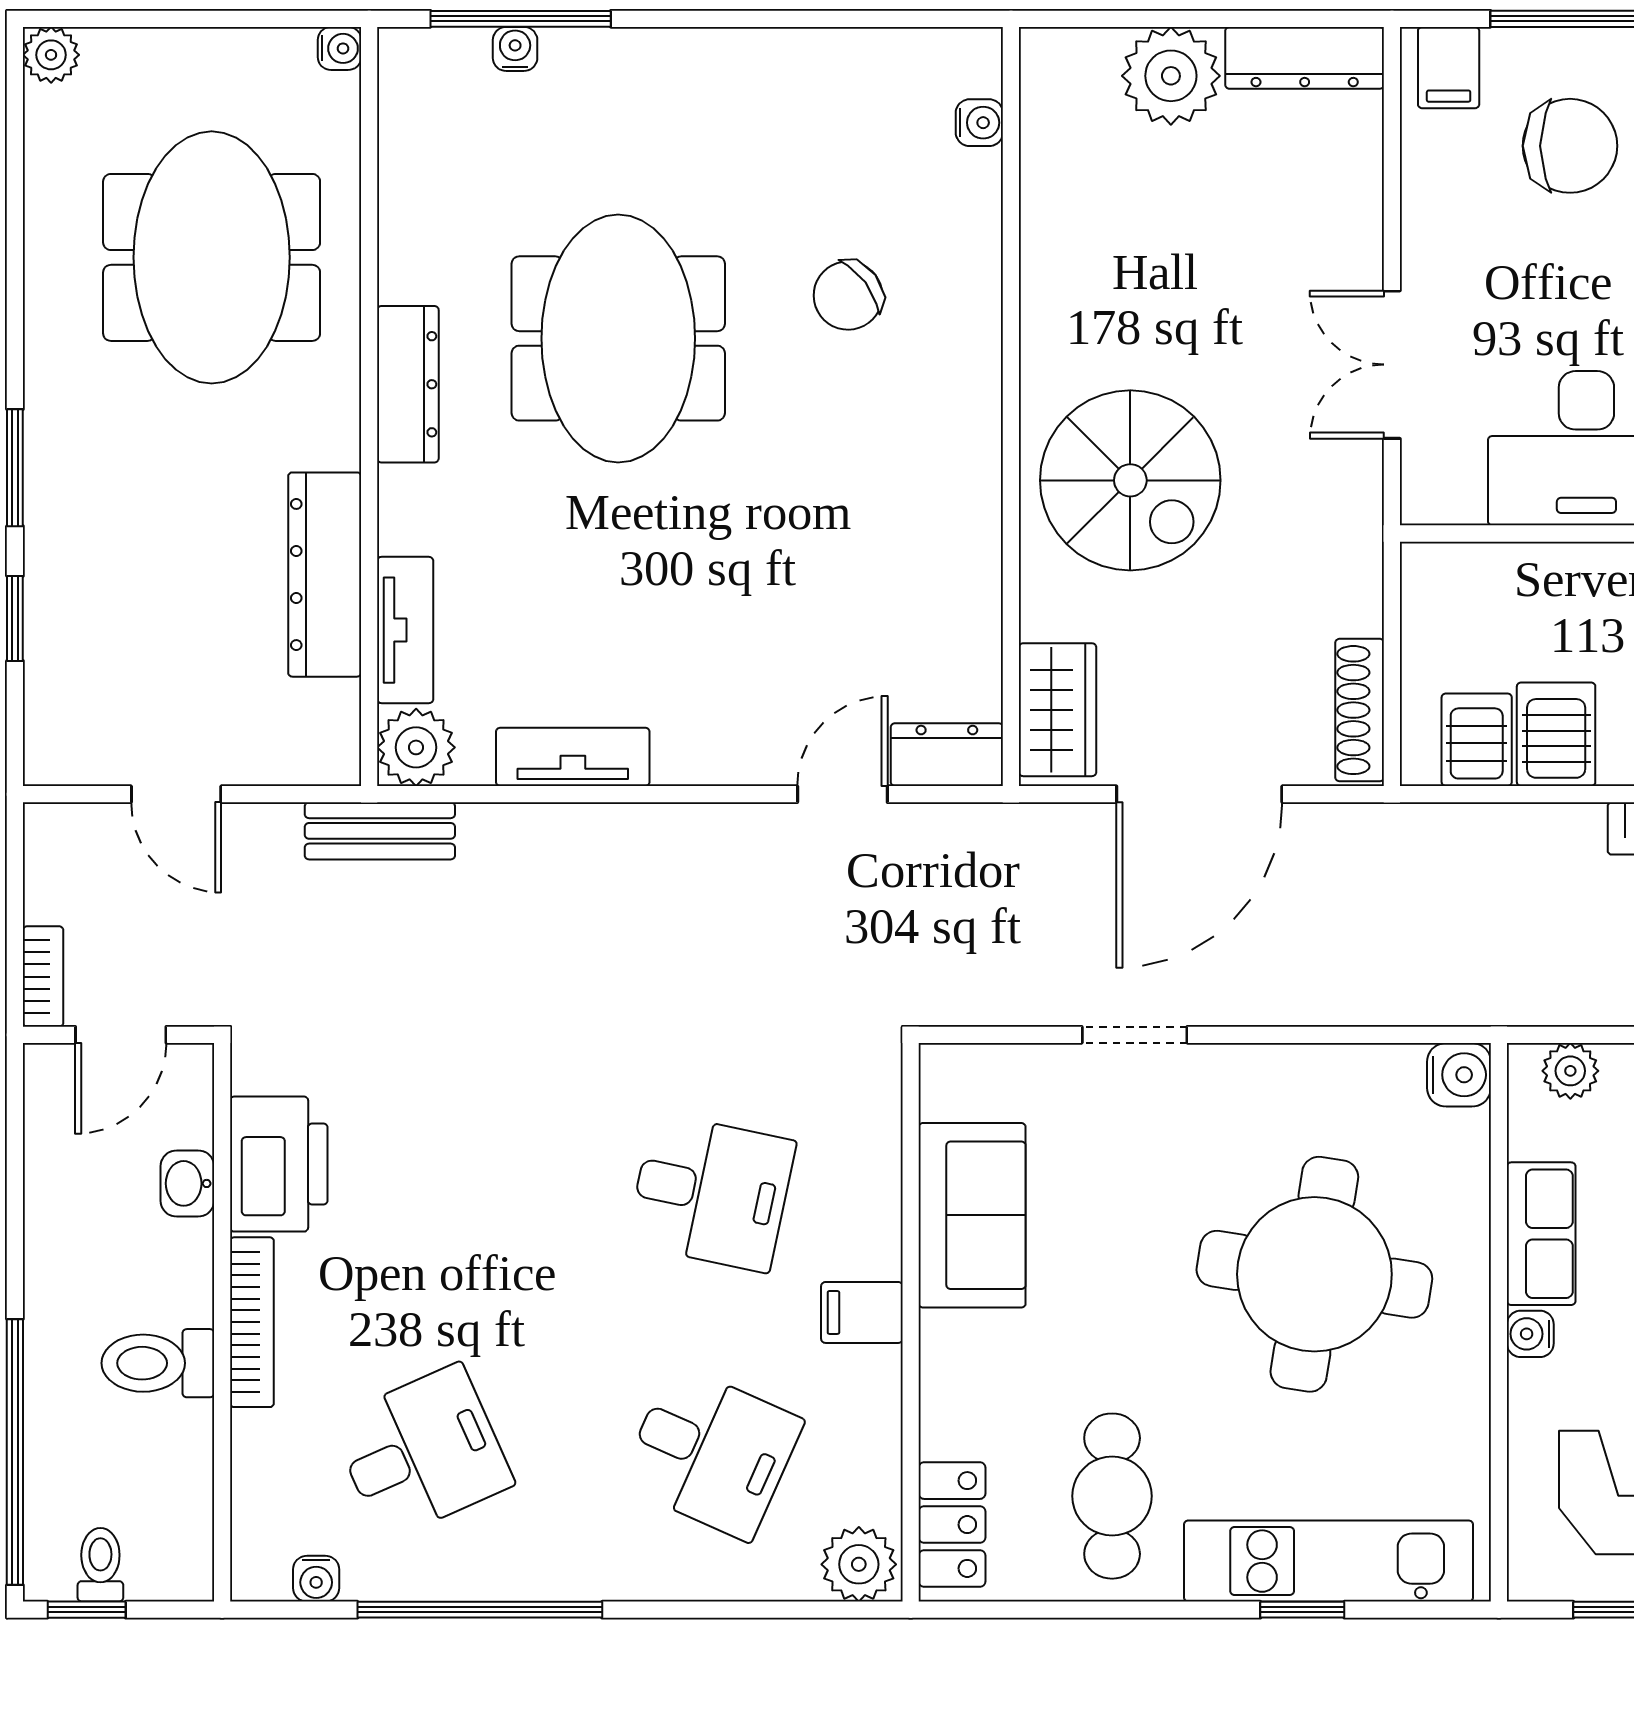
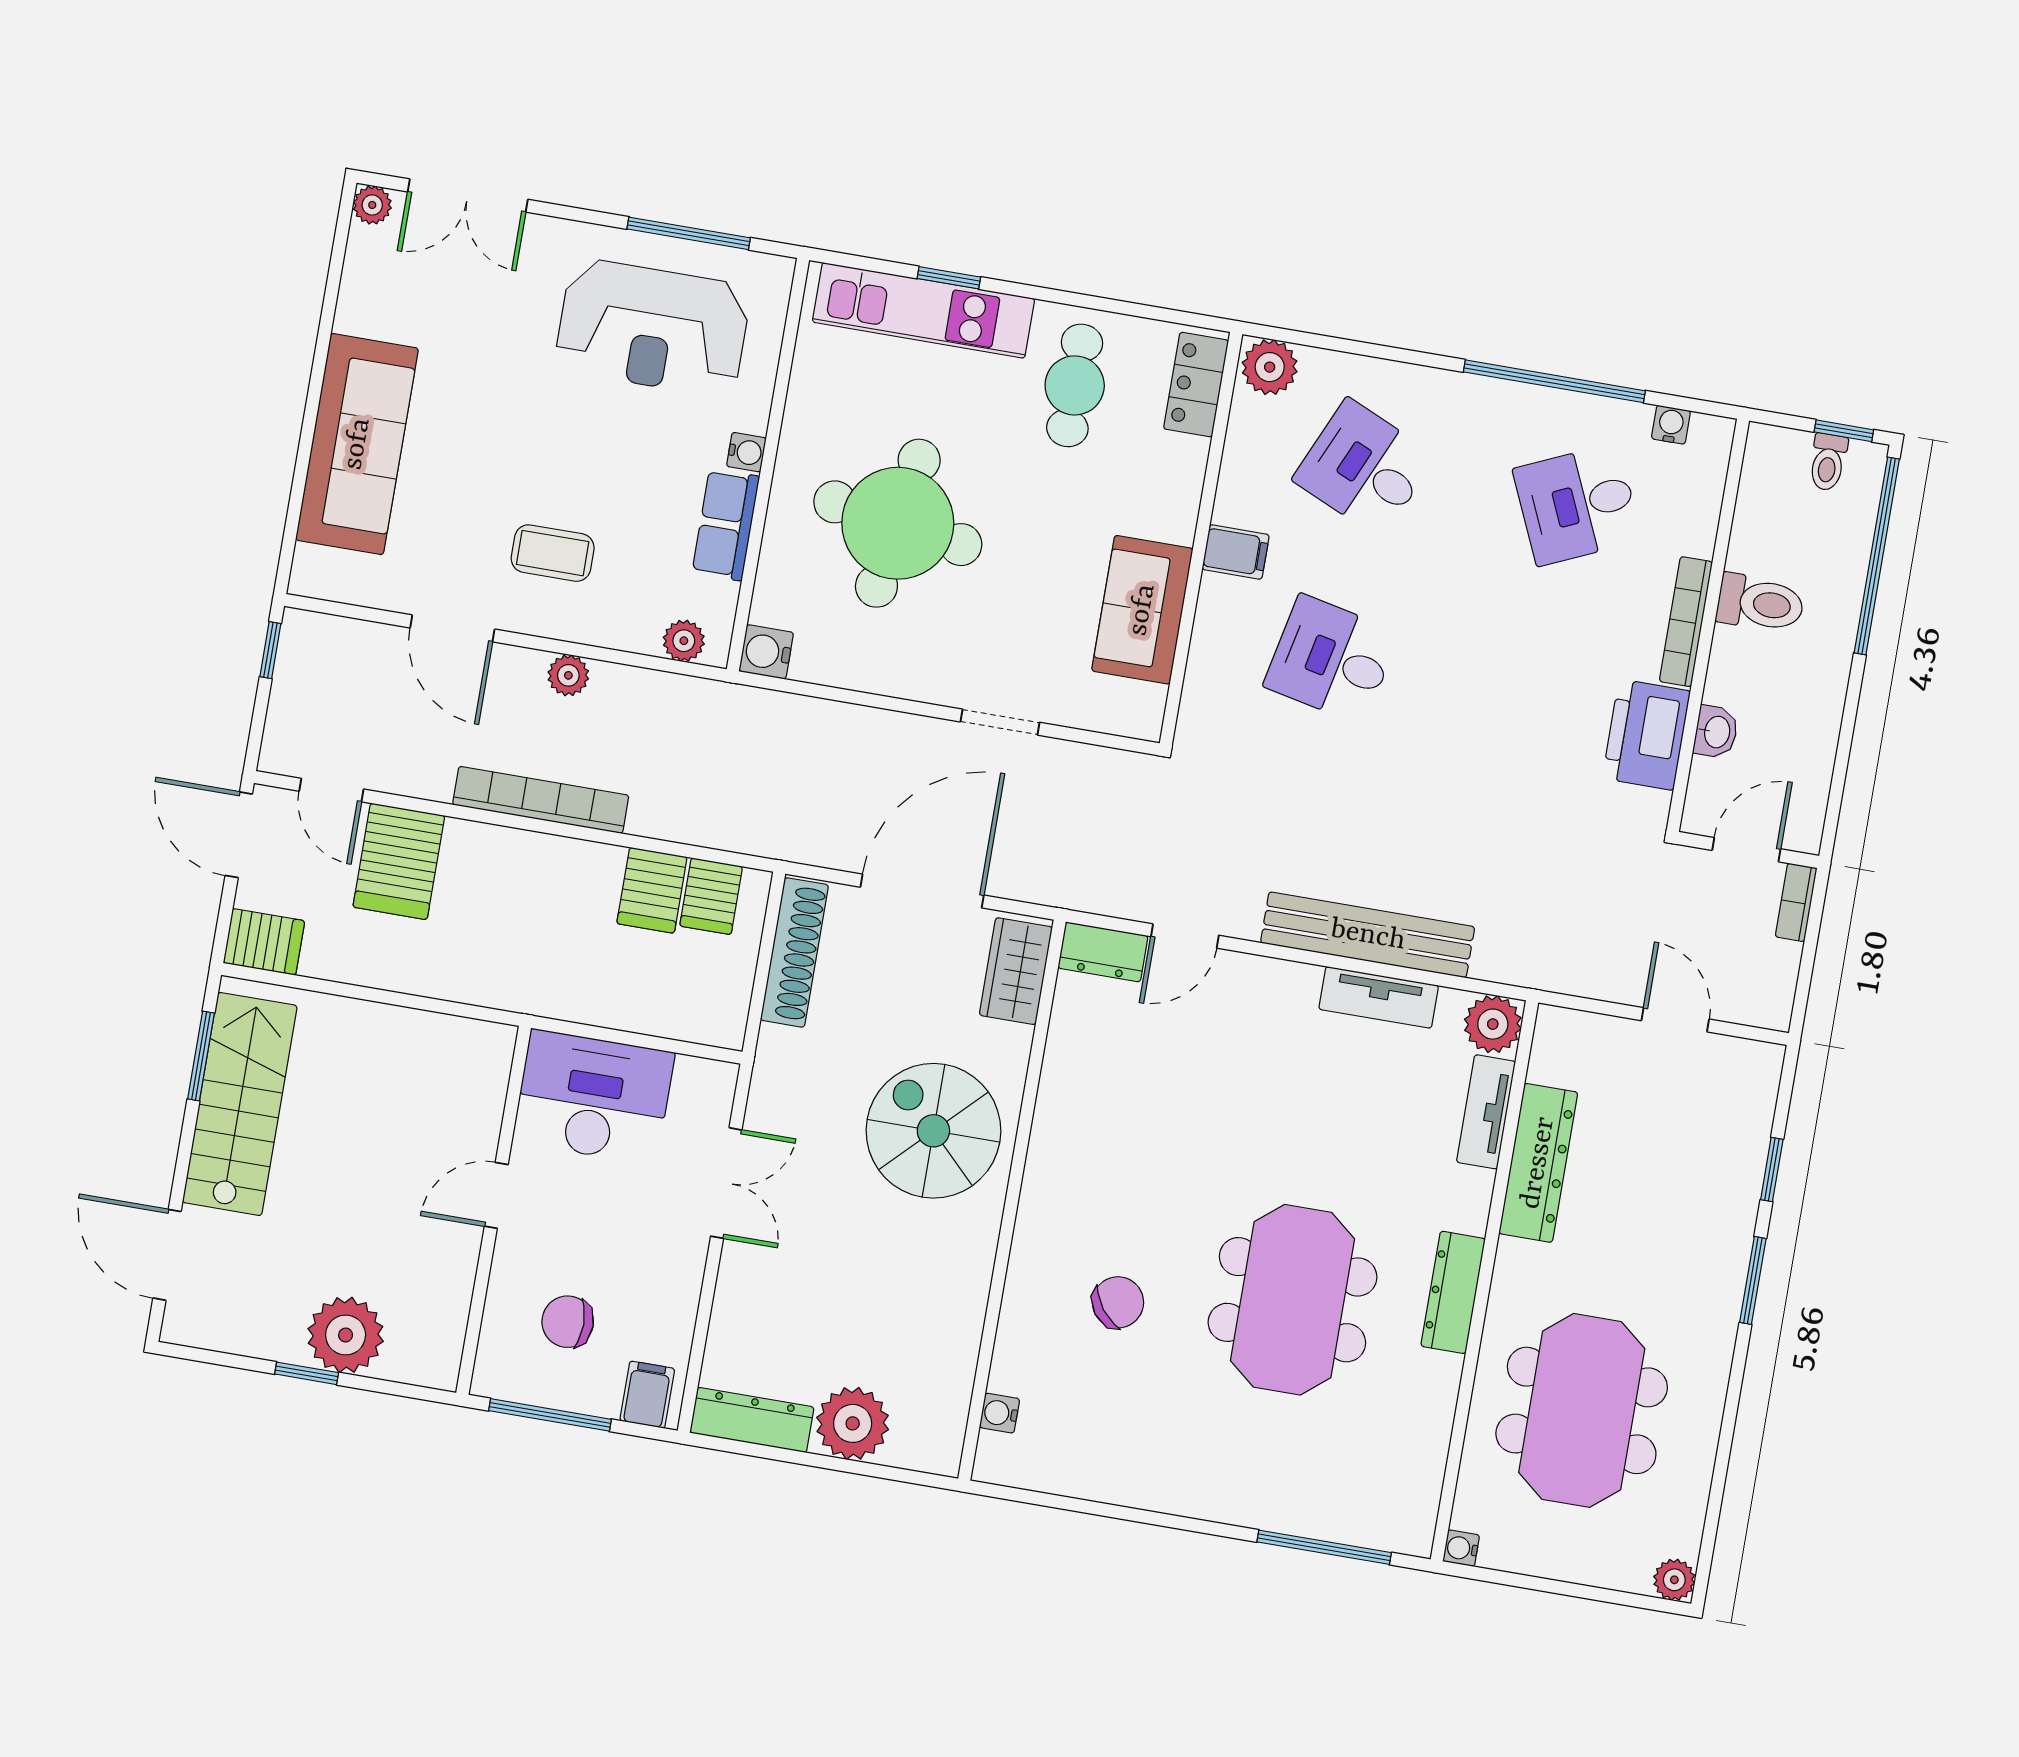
water cooler: (515, 49) -> (1332, 1526), removed
chair: (1570, 146) -> (568, 1322), width x0.73, depth x0.73
shoe rack: (1360, 710) -> (794, 952), width x1.36, depth x1.24
bench: (380, 831) -> (1368, 935), moved, width x1.86, depth x1.21

